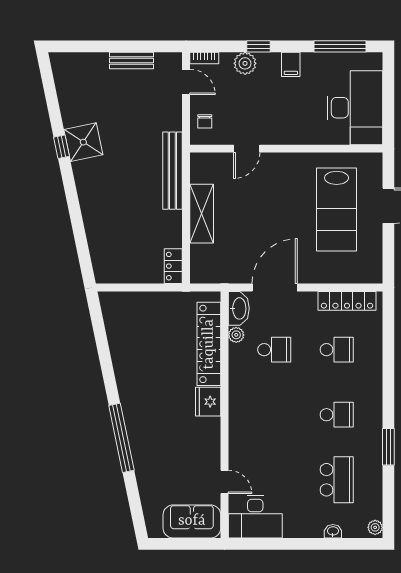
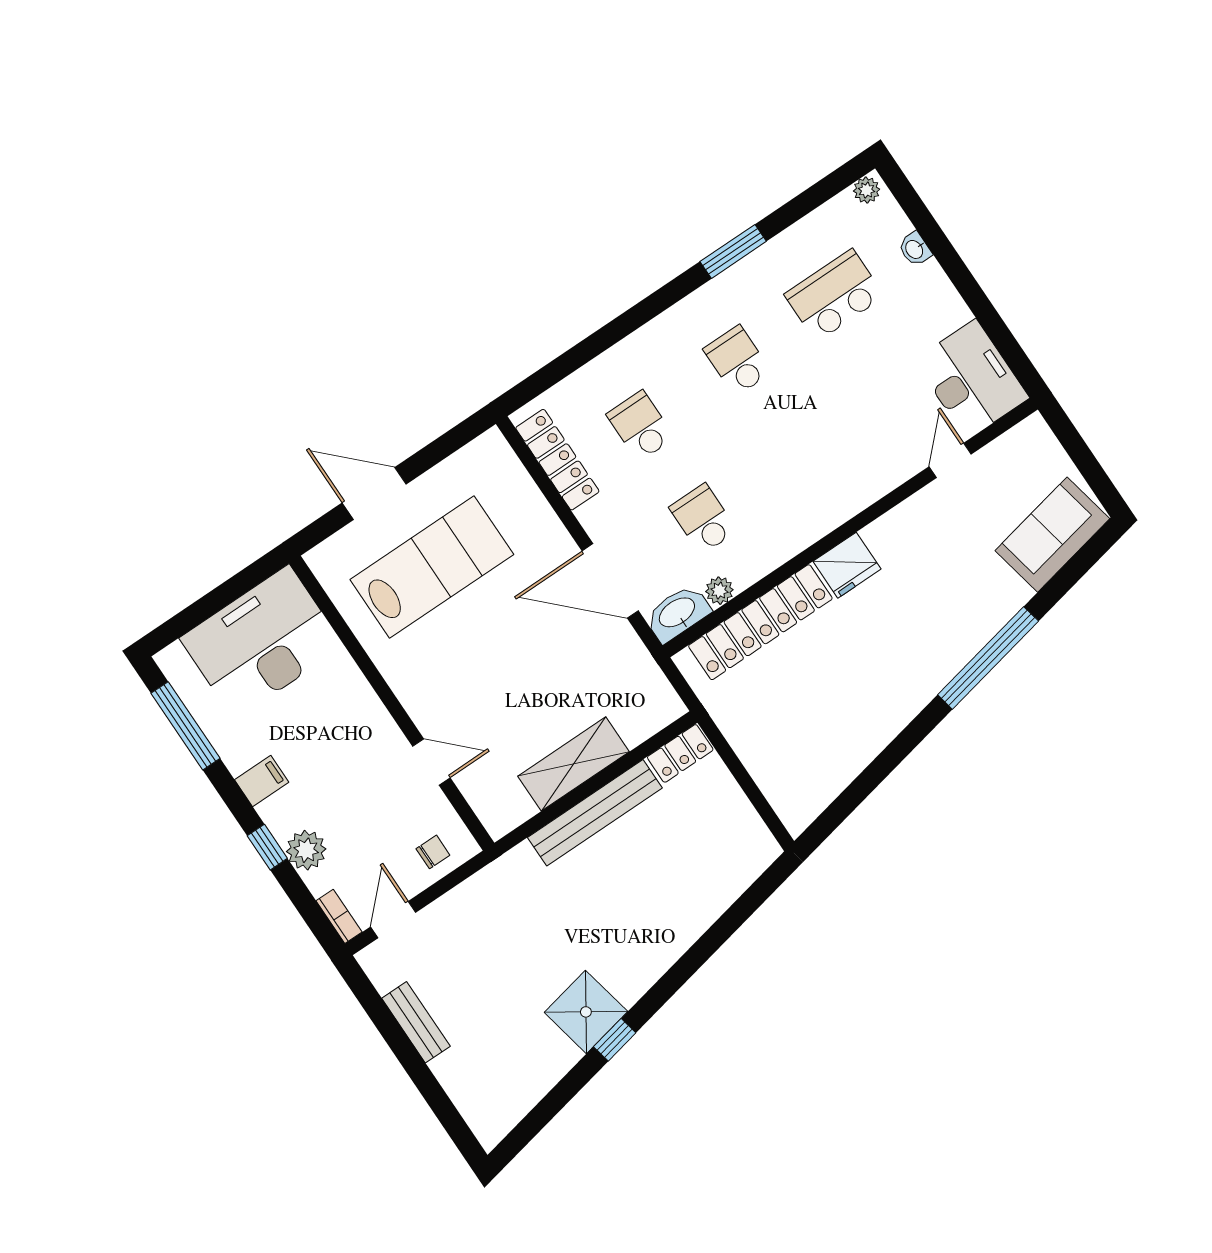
bench: (172, 171) -> (595, 813), moved
sofa: (192, 521) -> (1052, 535), moved, turned 78

